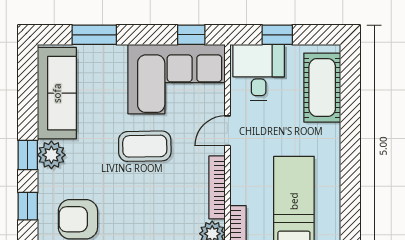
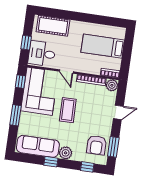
window: (94, 35) -> (16, 115), moved
window: (28, 155) -> (51, 162), moved

